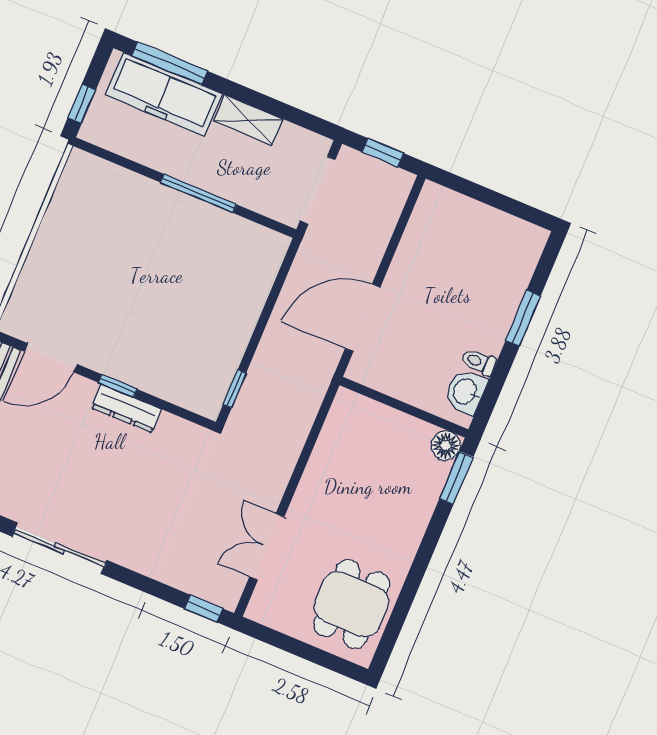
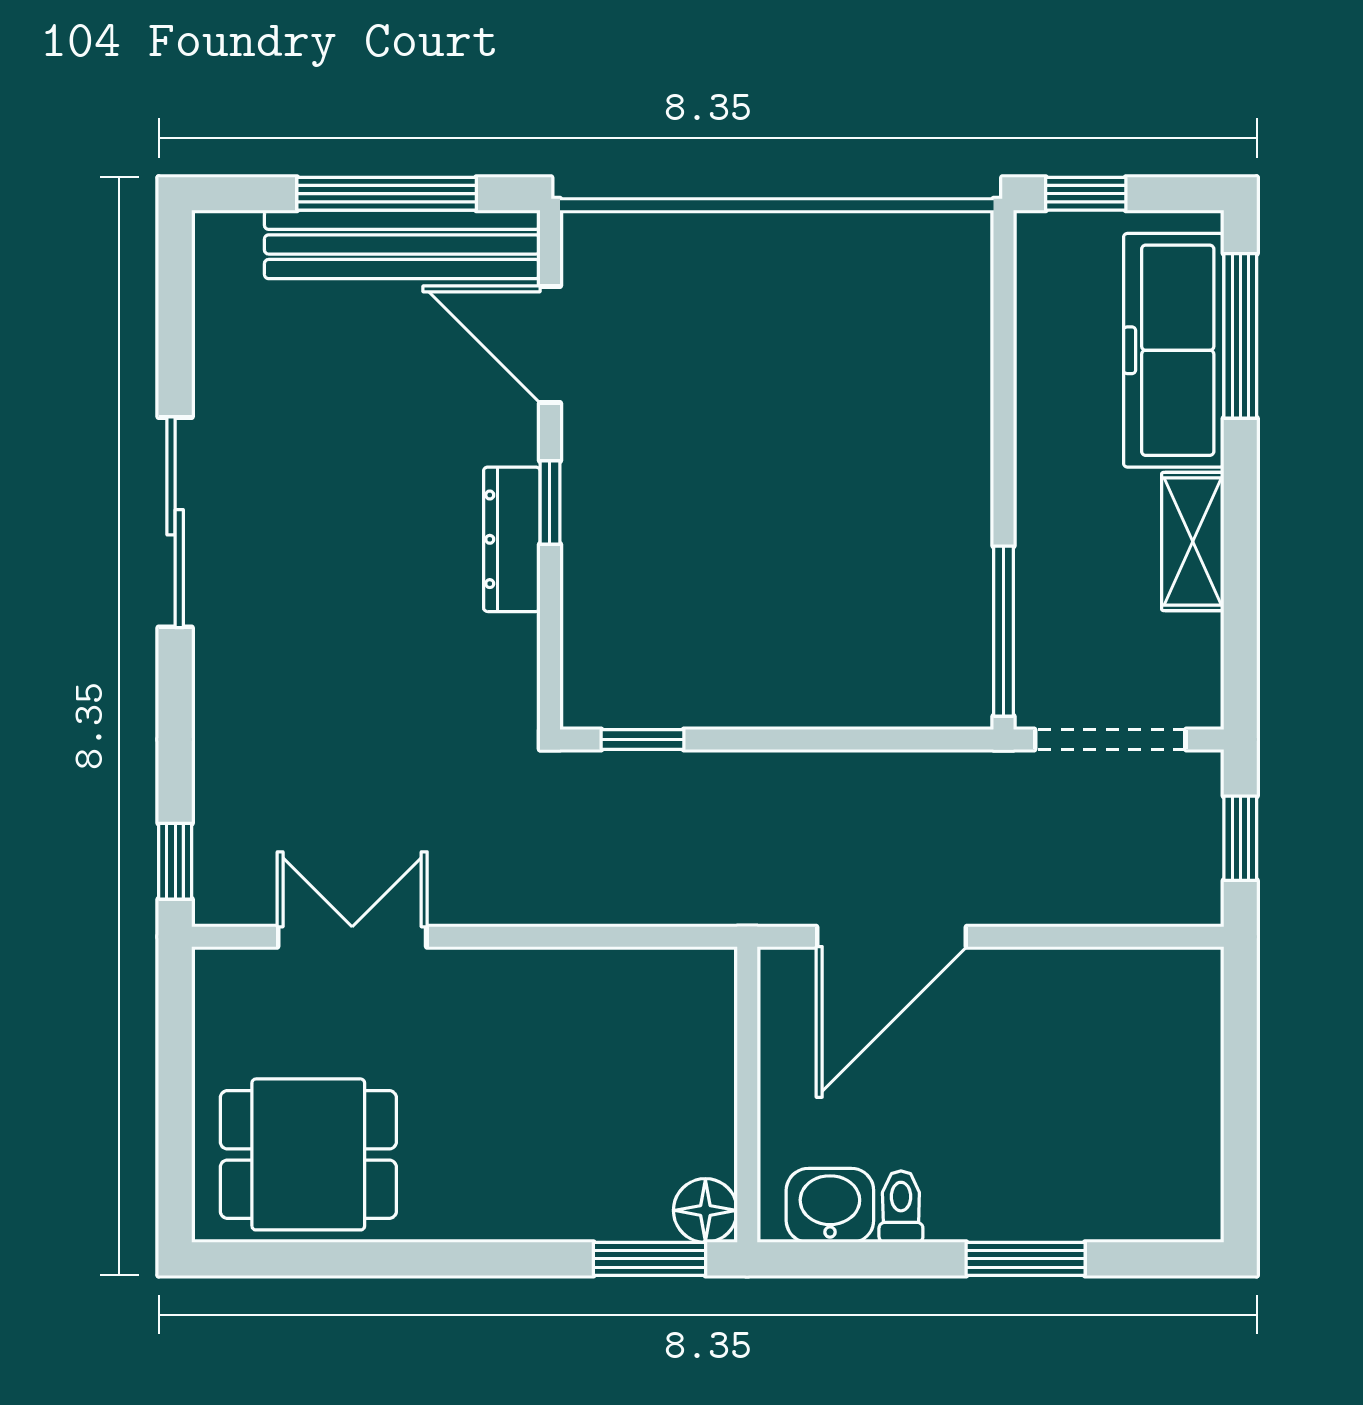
window: (199, 194) -> (1004, 631), moved
door: (363, 318) -> (892, 937), swing flipped

